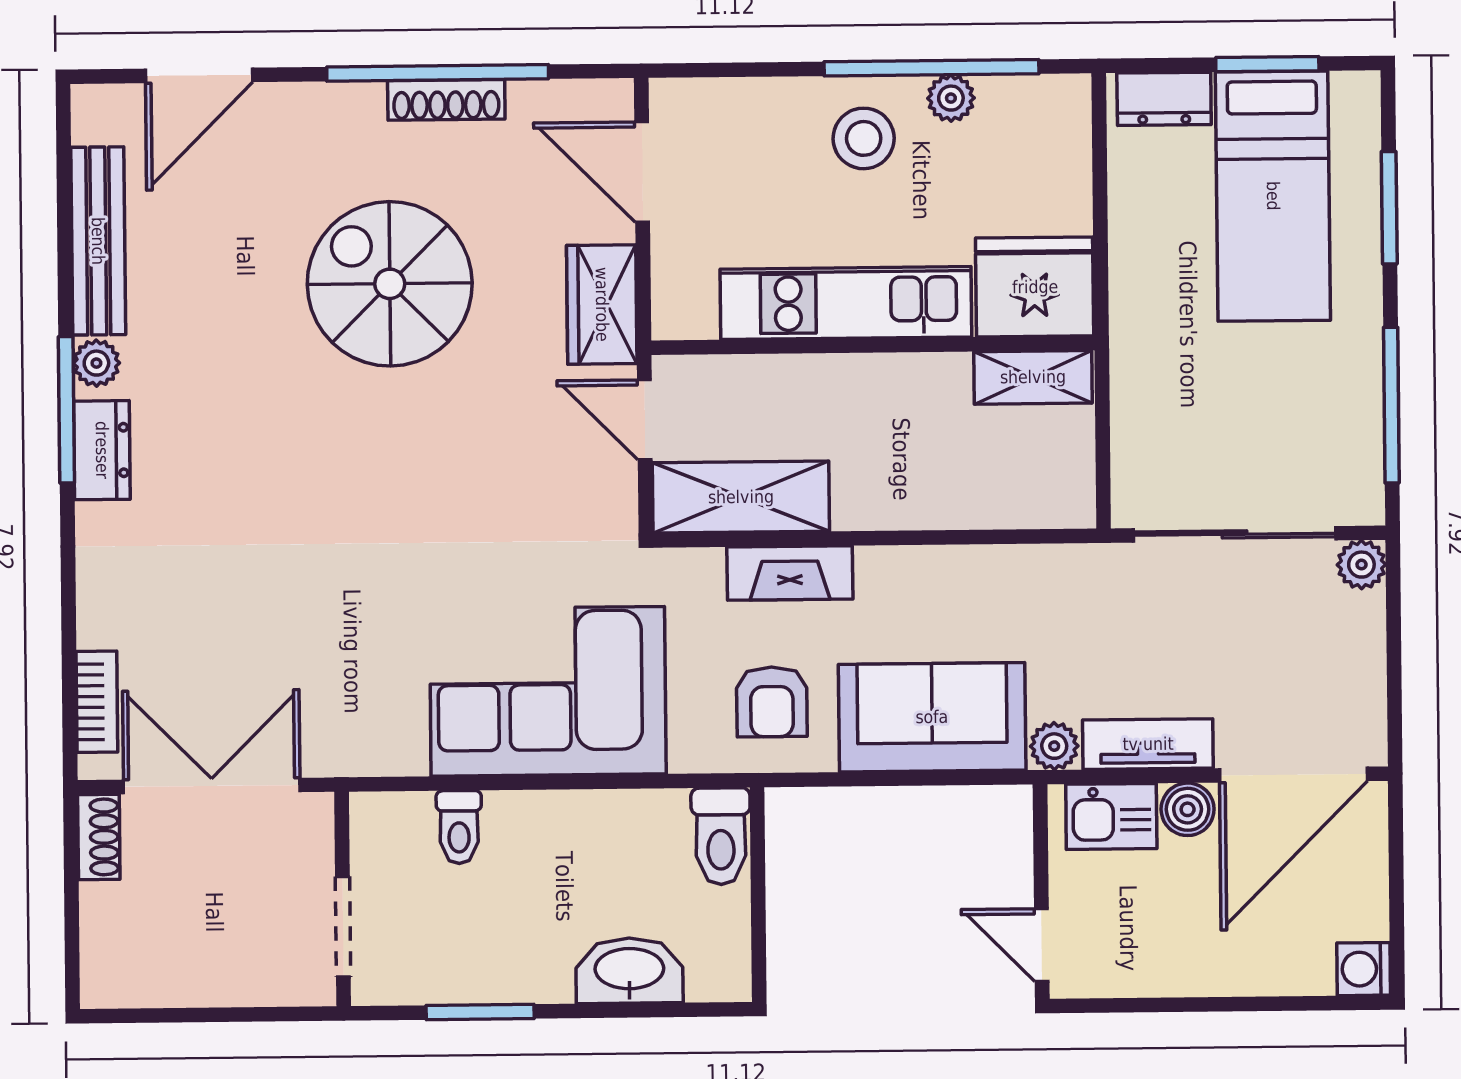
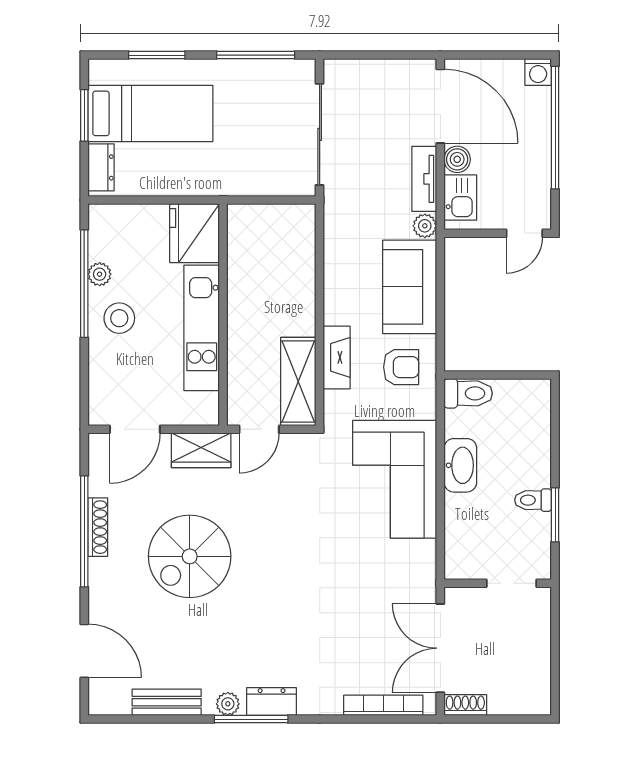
bench: (98, 241) -> (167, 702), width x0.73
shelving: (1033, 377) -> (240, 235), removed
plant: (1361, 565) -> (335, 71), removed
bookcase: (97, 702) -> (383, 705), width x1.56
toilet: (459, 827) -> (533, 500), moved, turned 180
washbasin: (629, 971) -> (460, 465), moved, turned 180
window: (1253, 1004) -> (555, 128), added

